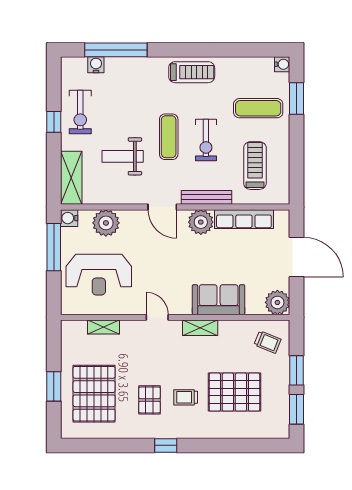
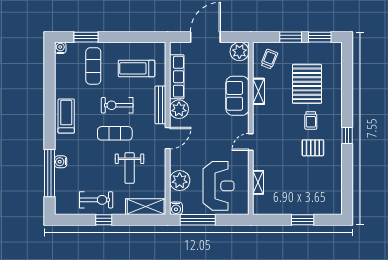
water cooler: (96, 65) -> (61, 162), moved
exercise bike: (206, 140) -> (117, 105), turned 180
shelving: (200, 328) -> (259, 91), moved
pallet: (94, 394) -> (308, 189), removed

